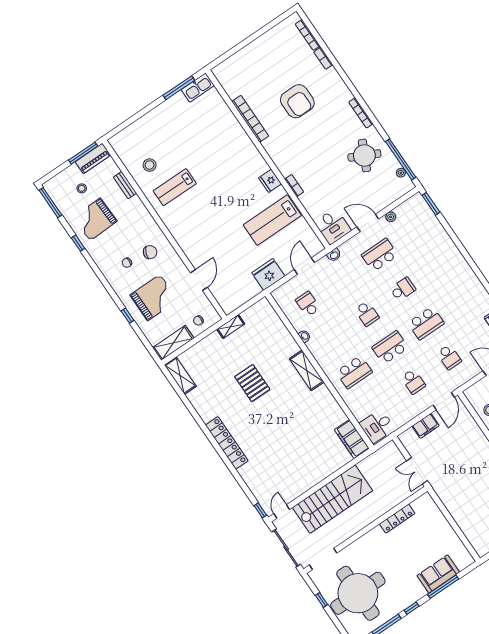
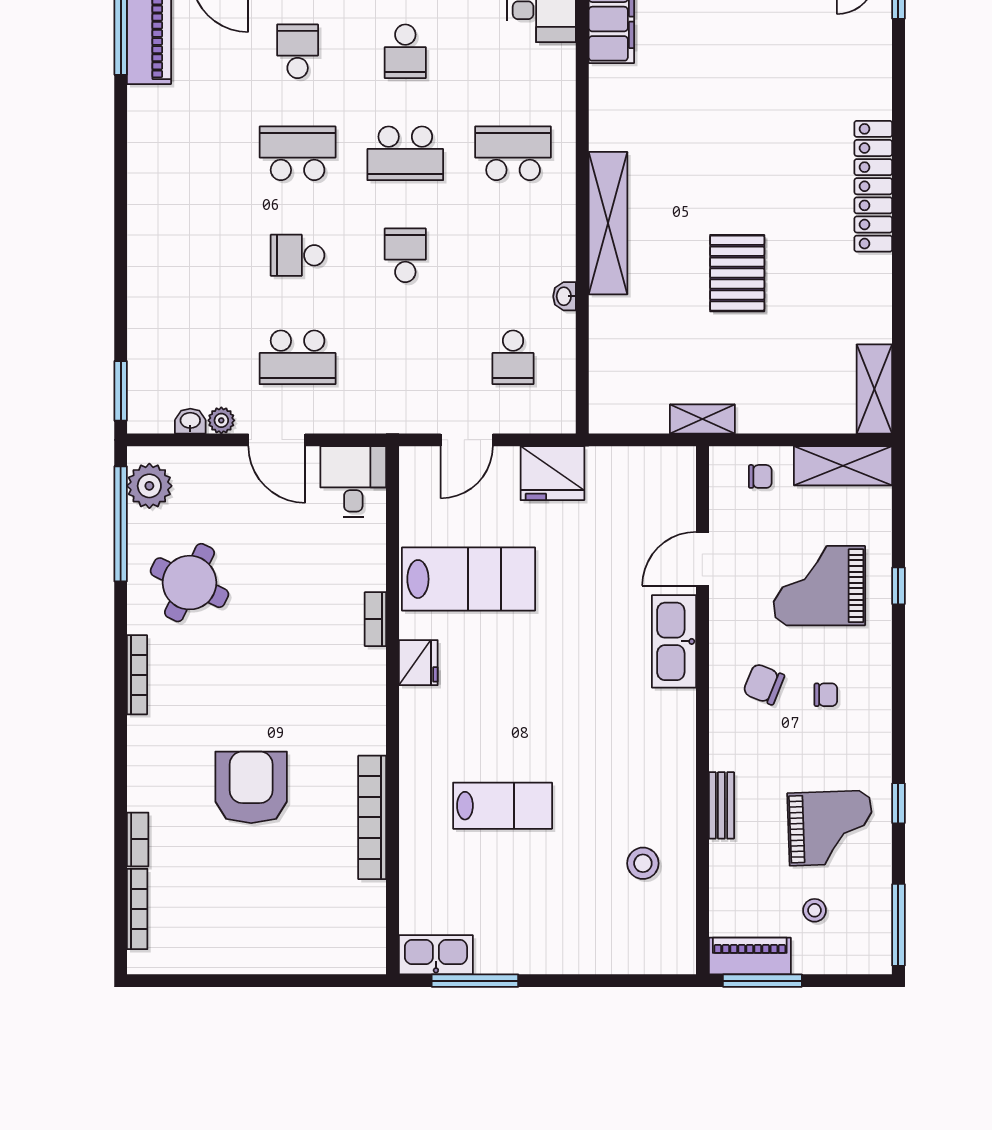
plant: (401, 173) -> (149, 486), width x1.88, depth x1.88
bench: (125, 185) -> (721, 805), moved
lab bench: (175, 187) -> (503, 806), moved
kitchen sink: (190, 246) -> (674, 641), added
washbasin: (334, 255) -> (190, 421), moved
shelving: (307, 370) -> (608, 223), width x1.47
school desk: (413, 382) -> (405, 51), turned 180

